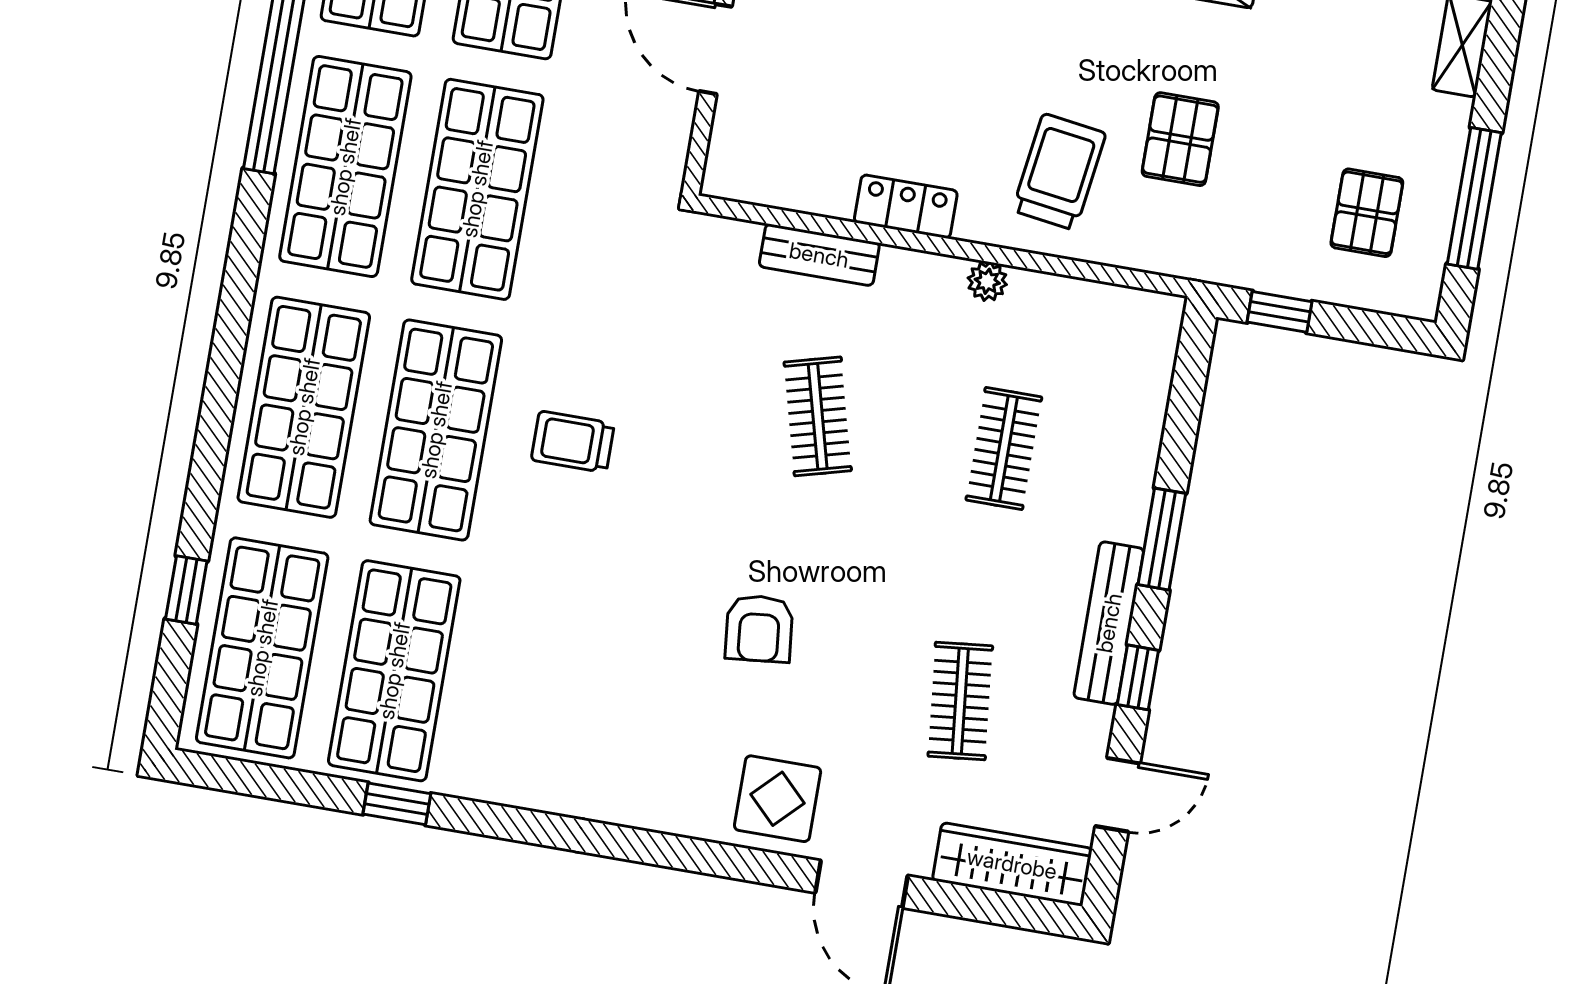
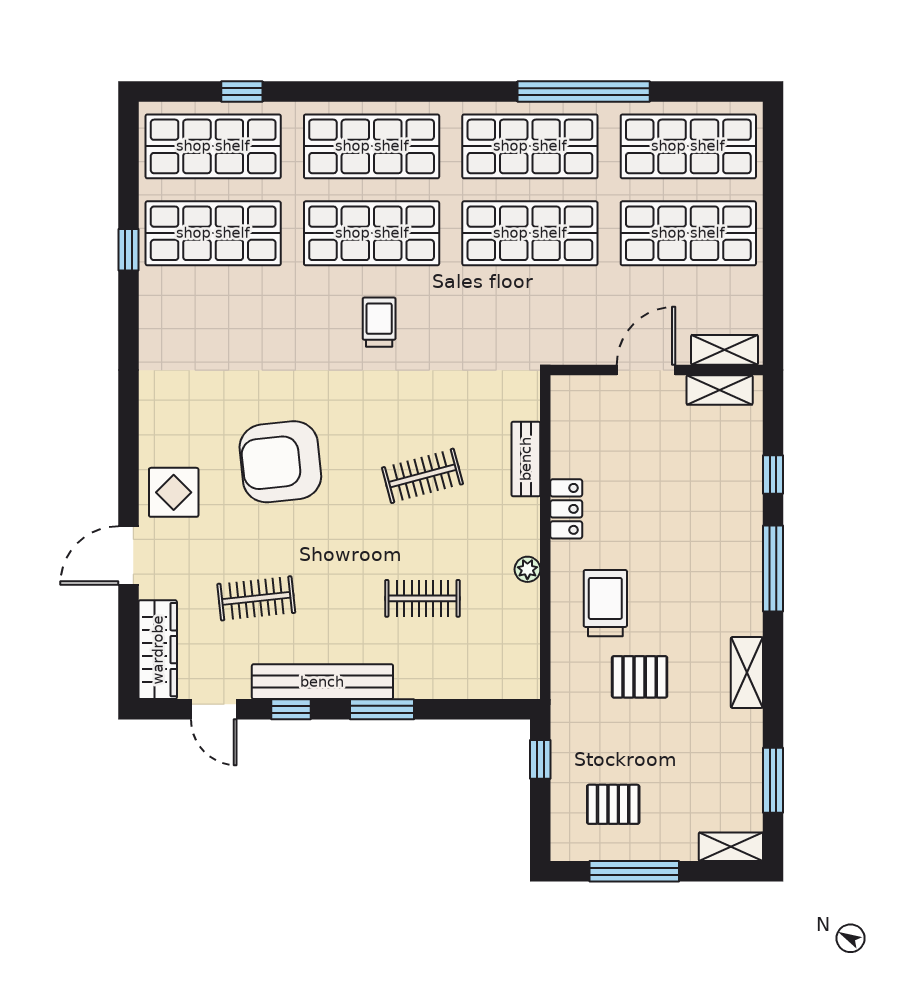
trolley: (1059, 172) -> (605, 603), turned -98
bench: (1109, 623) -> (322, 682), width x1.37, depth x1.21
armchair: (759, 629) -> (280, 462), width x1.88, depth x1.88

